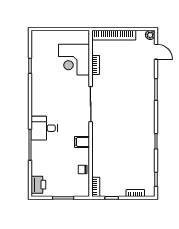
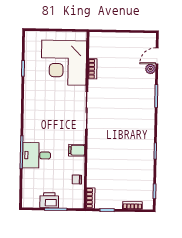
bookcase: (114, 35) -> (112, 38), removed
plant: (150, 35) -> (150, 69), moved
door: (156, 52) -> (157, 56), swing flipped
corner desk: (74, 60) -> (64, 63), width x1.36, depth x1.36
desk: (44, 128) -> (37, 155), moved
printer: (38, 185) -> (49, 200), moved, turned -90

